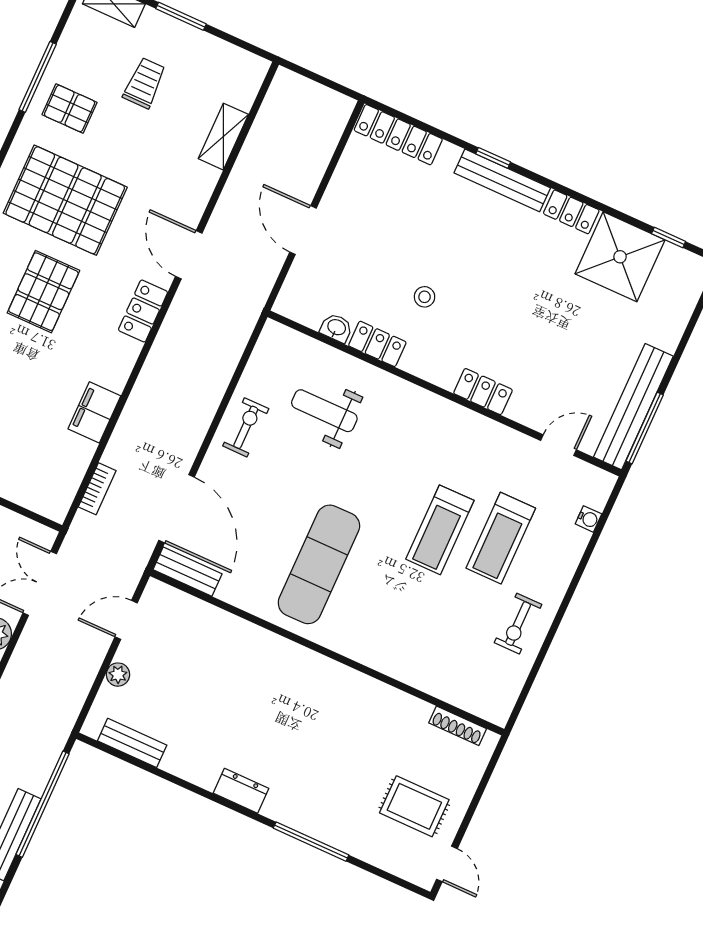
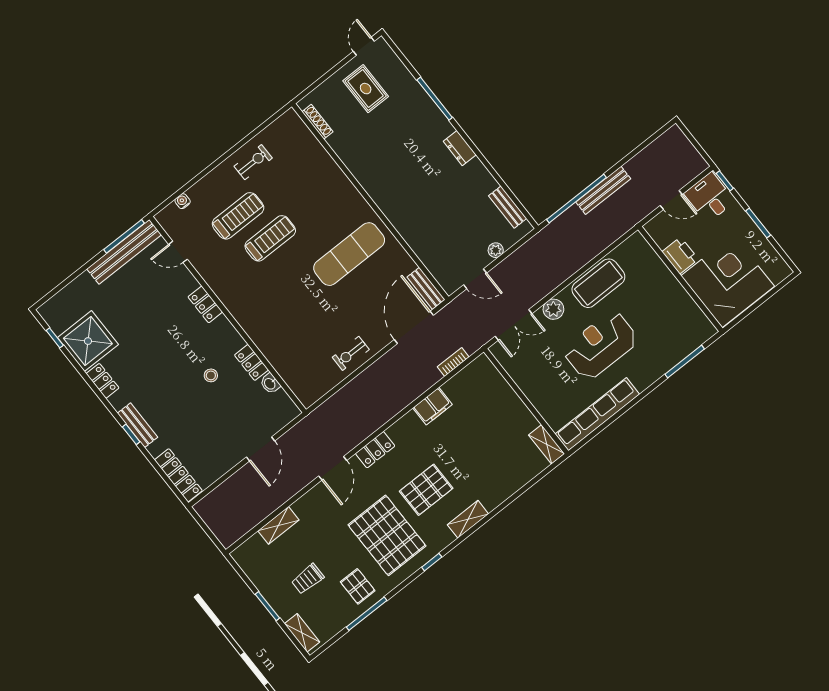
bench: (502, 180) -> (138, 425), width x0.73
weight bench: (324, 411) -> (301, 340), removed

